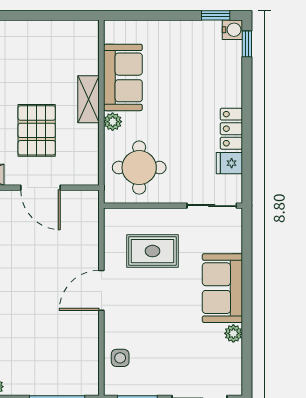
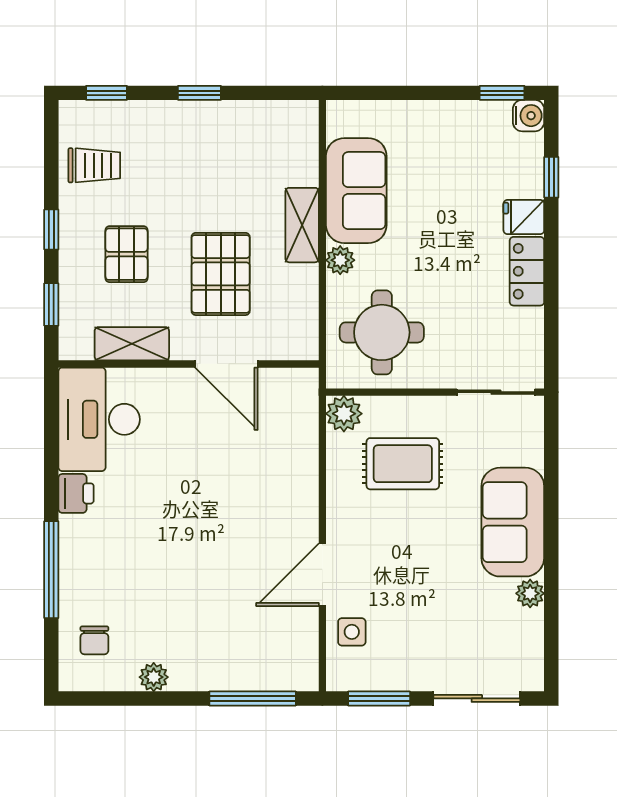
window: (23, 15) -> (199, 93), added
window: (247, 44) -> (551, 177), moved
fridge: (229, 163) -> (524, 217), moved
plant: (115, 219) -> (344, 414), added
door: (101, 290) -> (322, 575), moved

